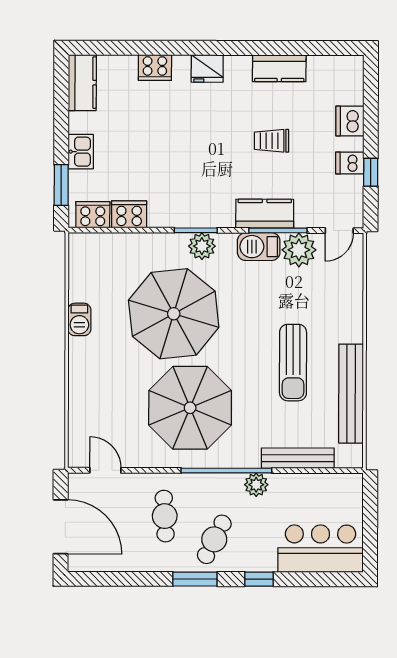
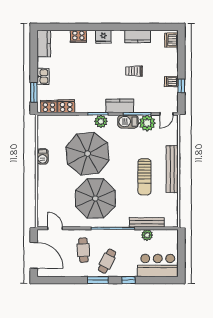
dishwasher: (350, 121) -> (171, 40), moved
kitchen counter: (265, 214) -> (120, 106), moved
bench: (351, 394) -> (172, 169), moved
plant: (256, 485) -> (147, 235), moved

